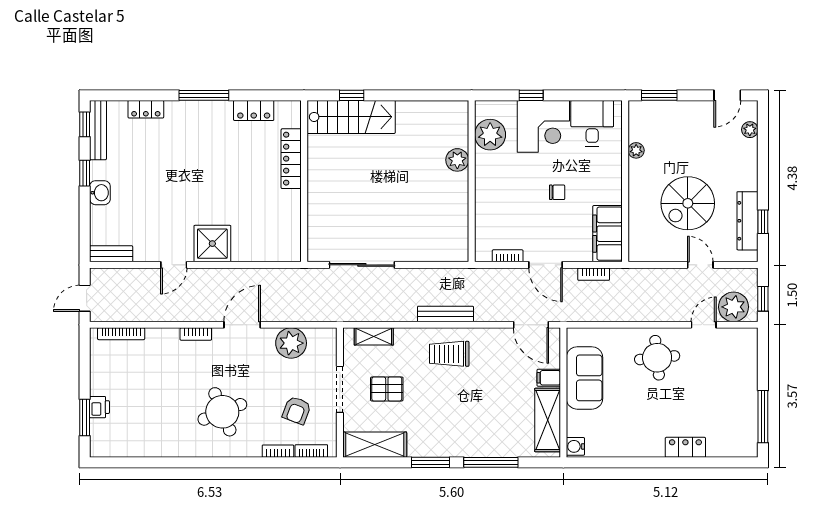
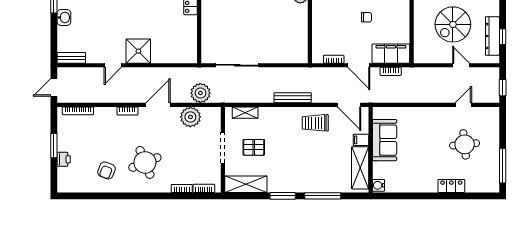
filing cabinet: (608, 234) -> (391, 54), moved, turned 90
plant: (734, 307) -> (200, 93), moved
trolley: (449, 354) -> (315, 123), moved
round table: (657, 358) -> (465, 144), moved
armchair: (297, 410) -> (106, 170), moved
window: (85, 417) -> (54, 146), moved

